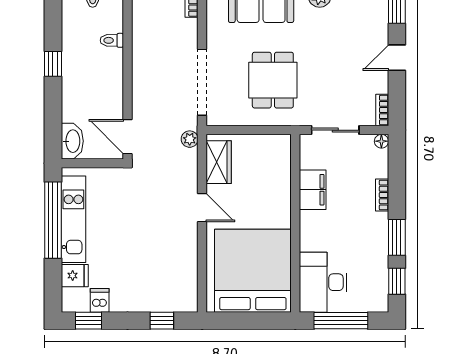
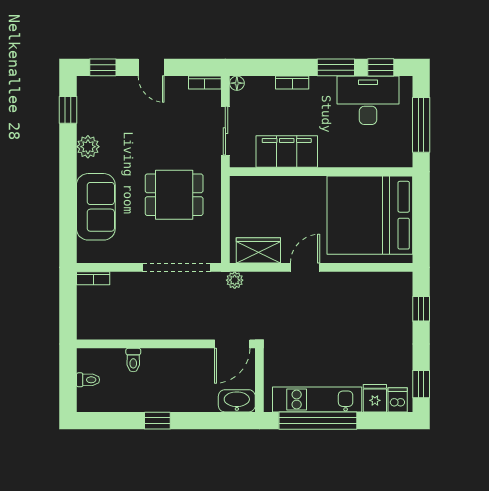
filing cabinet: (313, 190) -> (287, 152), width x1.50, depth x1.17
desk: (323, 282) -> (368, 100), moved, turned 180
dishwasher: (100, 300) -> (398, 400), moved, turned 90

